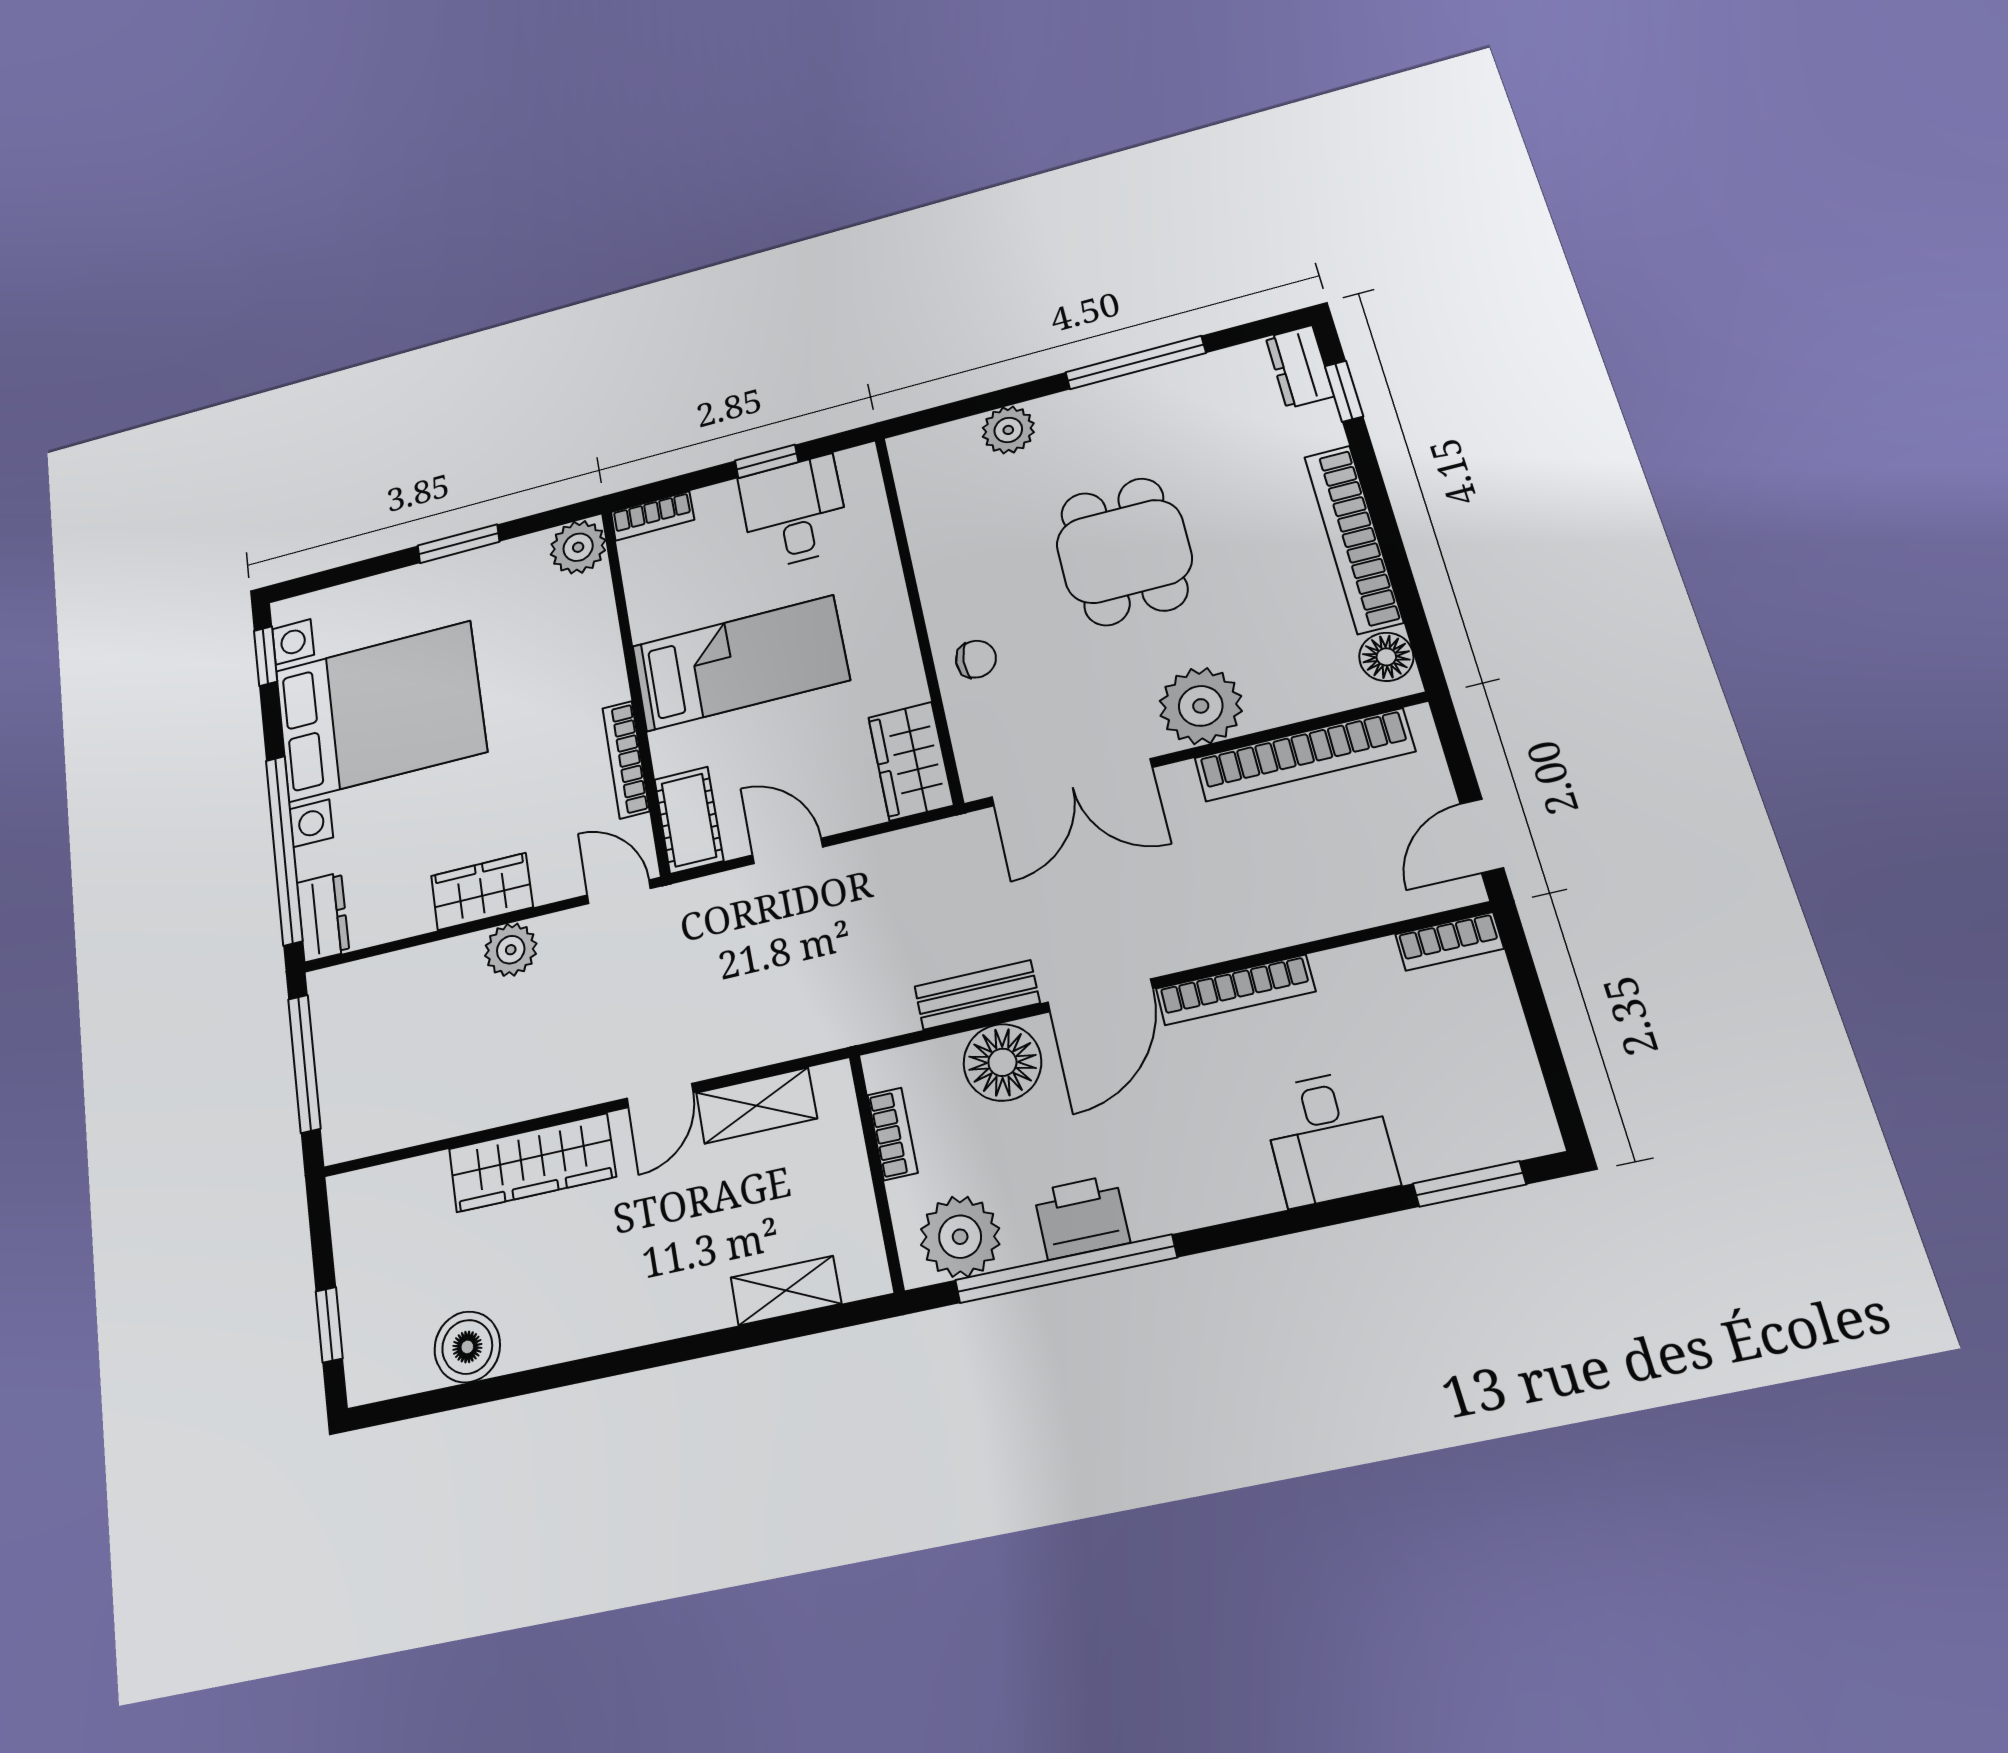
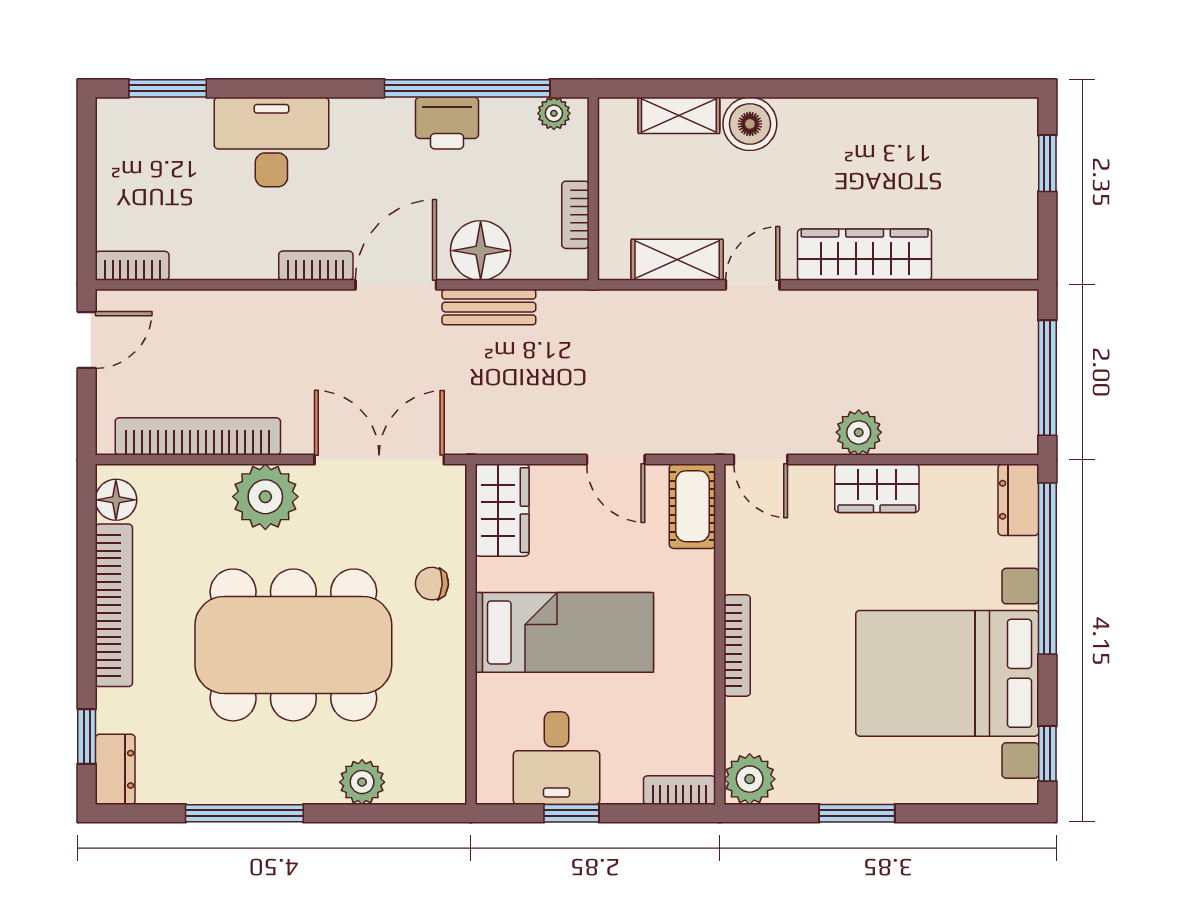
dining table: (1124, 551) -> (293, 645), width x1.88, depth x1.24
bed: (740, 663) -> (564, 632), moved, turned 180
bookcase: (626, 760) -> (737, 645), moved
bookcase: (1235, 990) -> (316, 266), width x0.64
desk: (1329, 1138) -> (271, 142), width x1.37
plant: (960, 1237) -> (554, 113), width x0.53, depth x0.53
boiler: (467, 1347) -> (750, 124), moved

